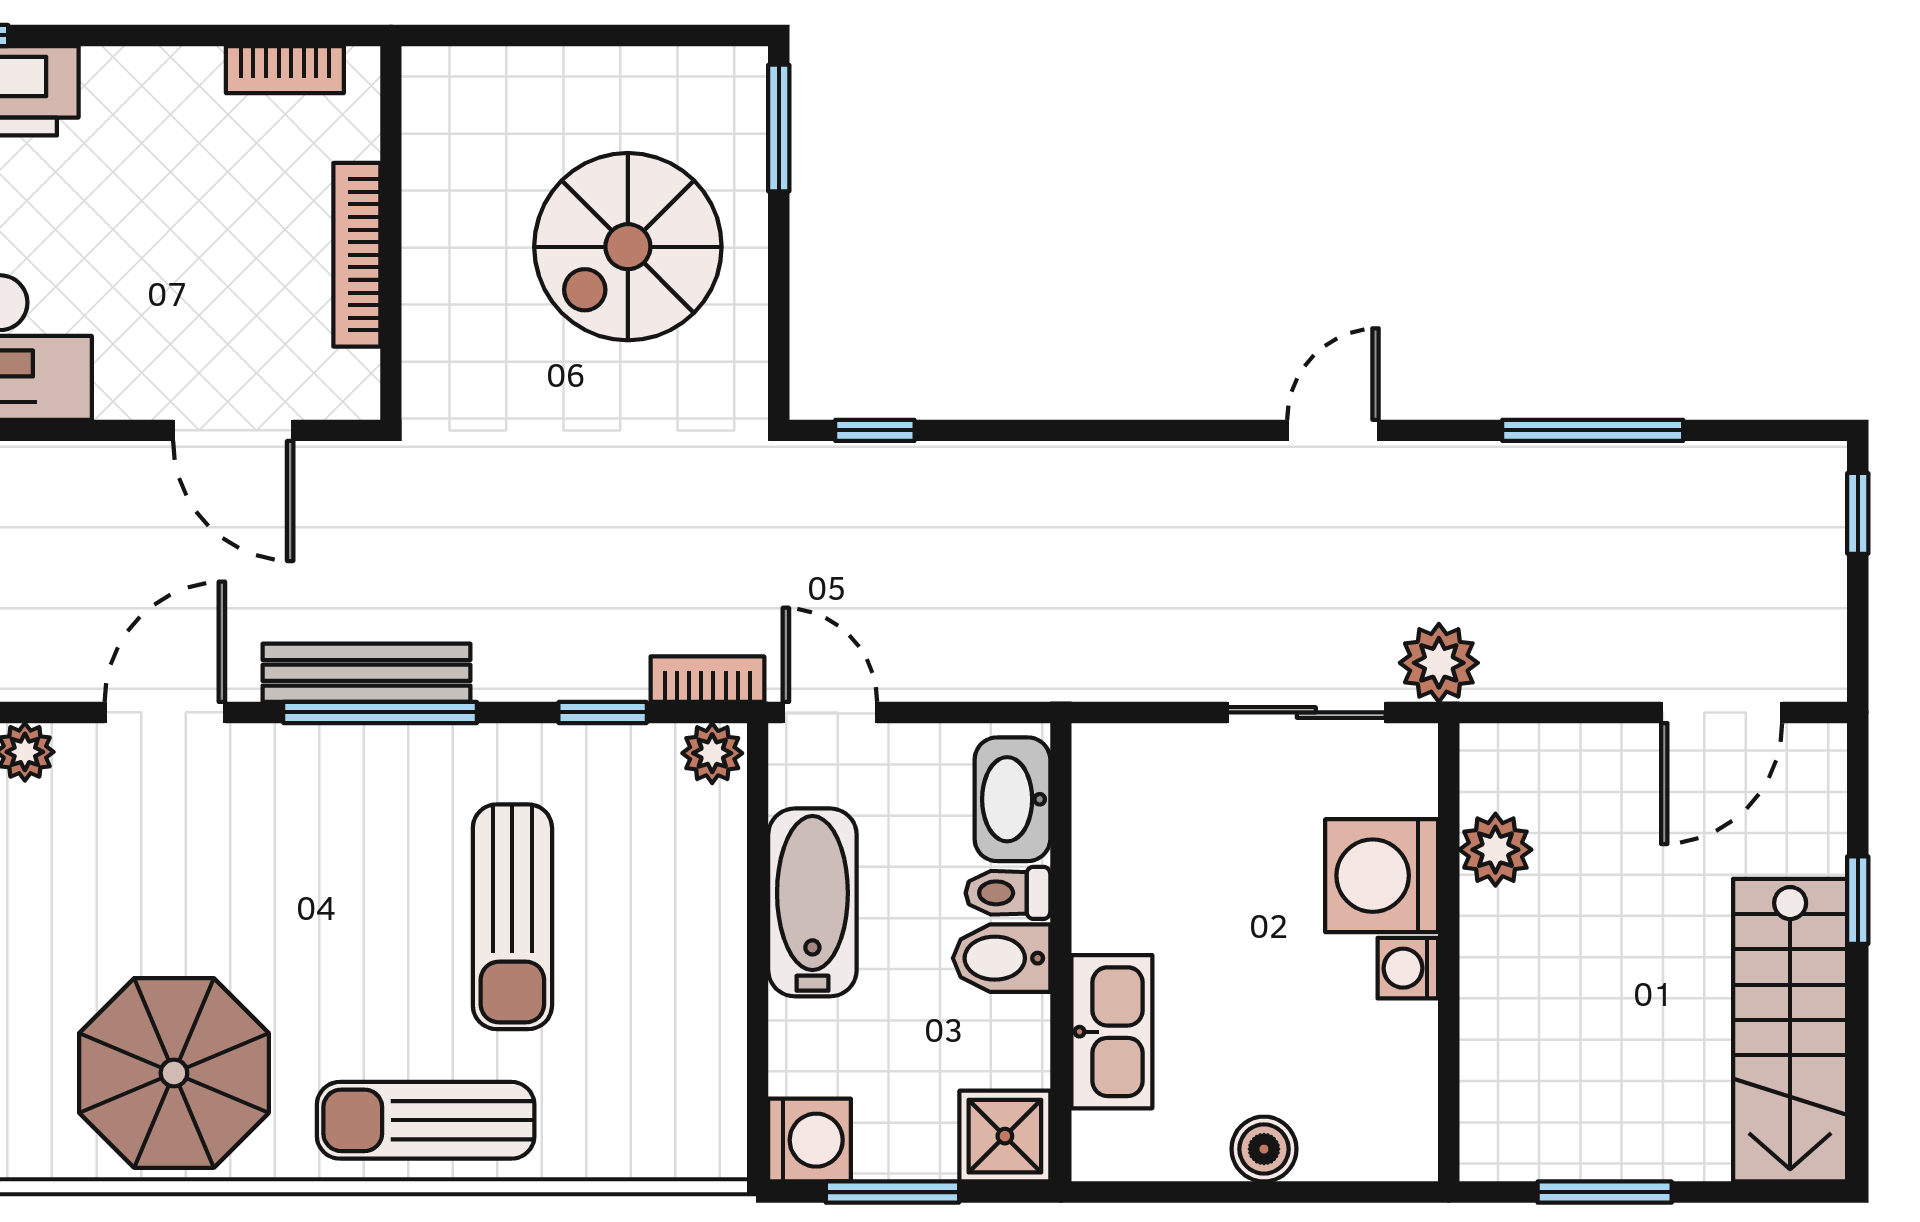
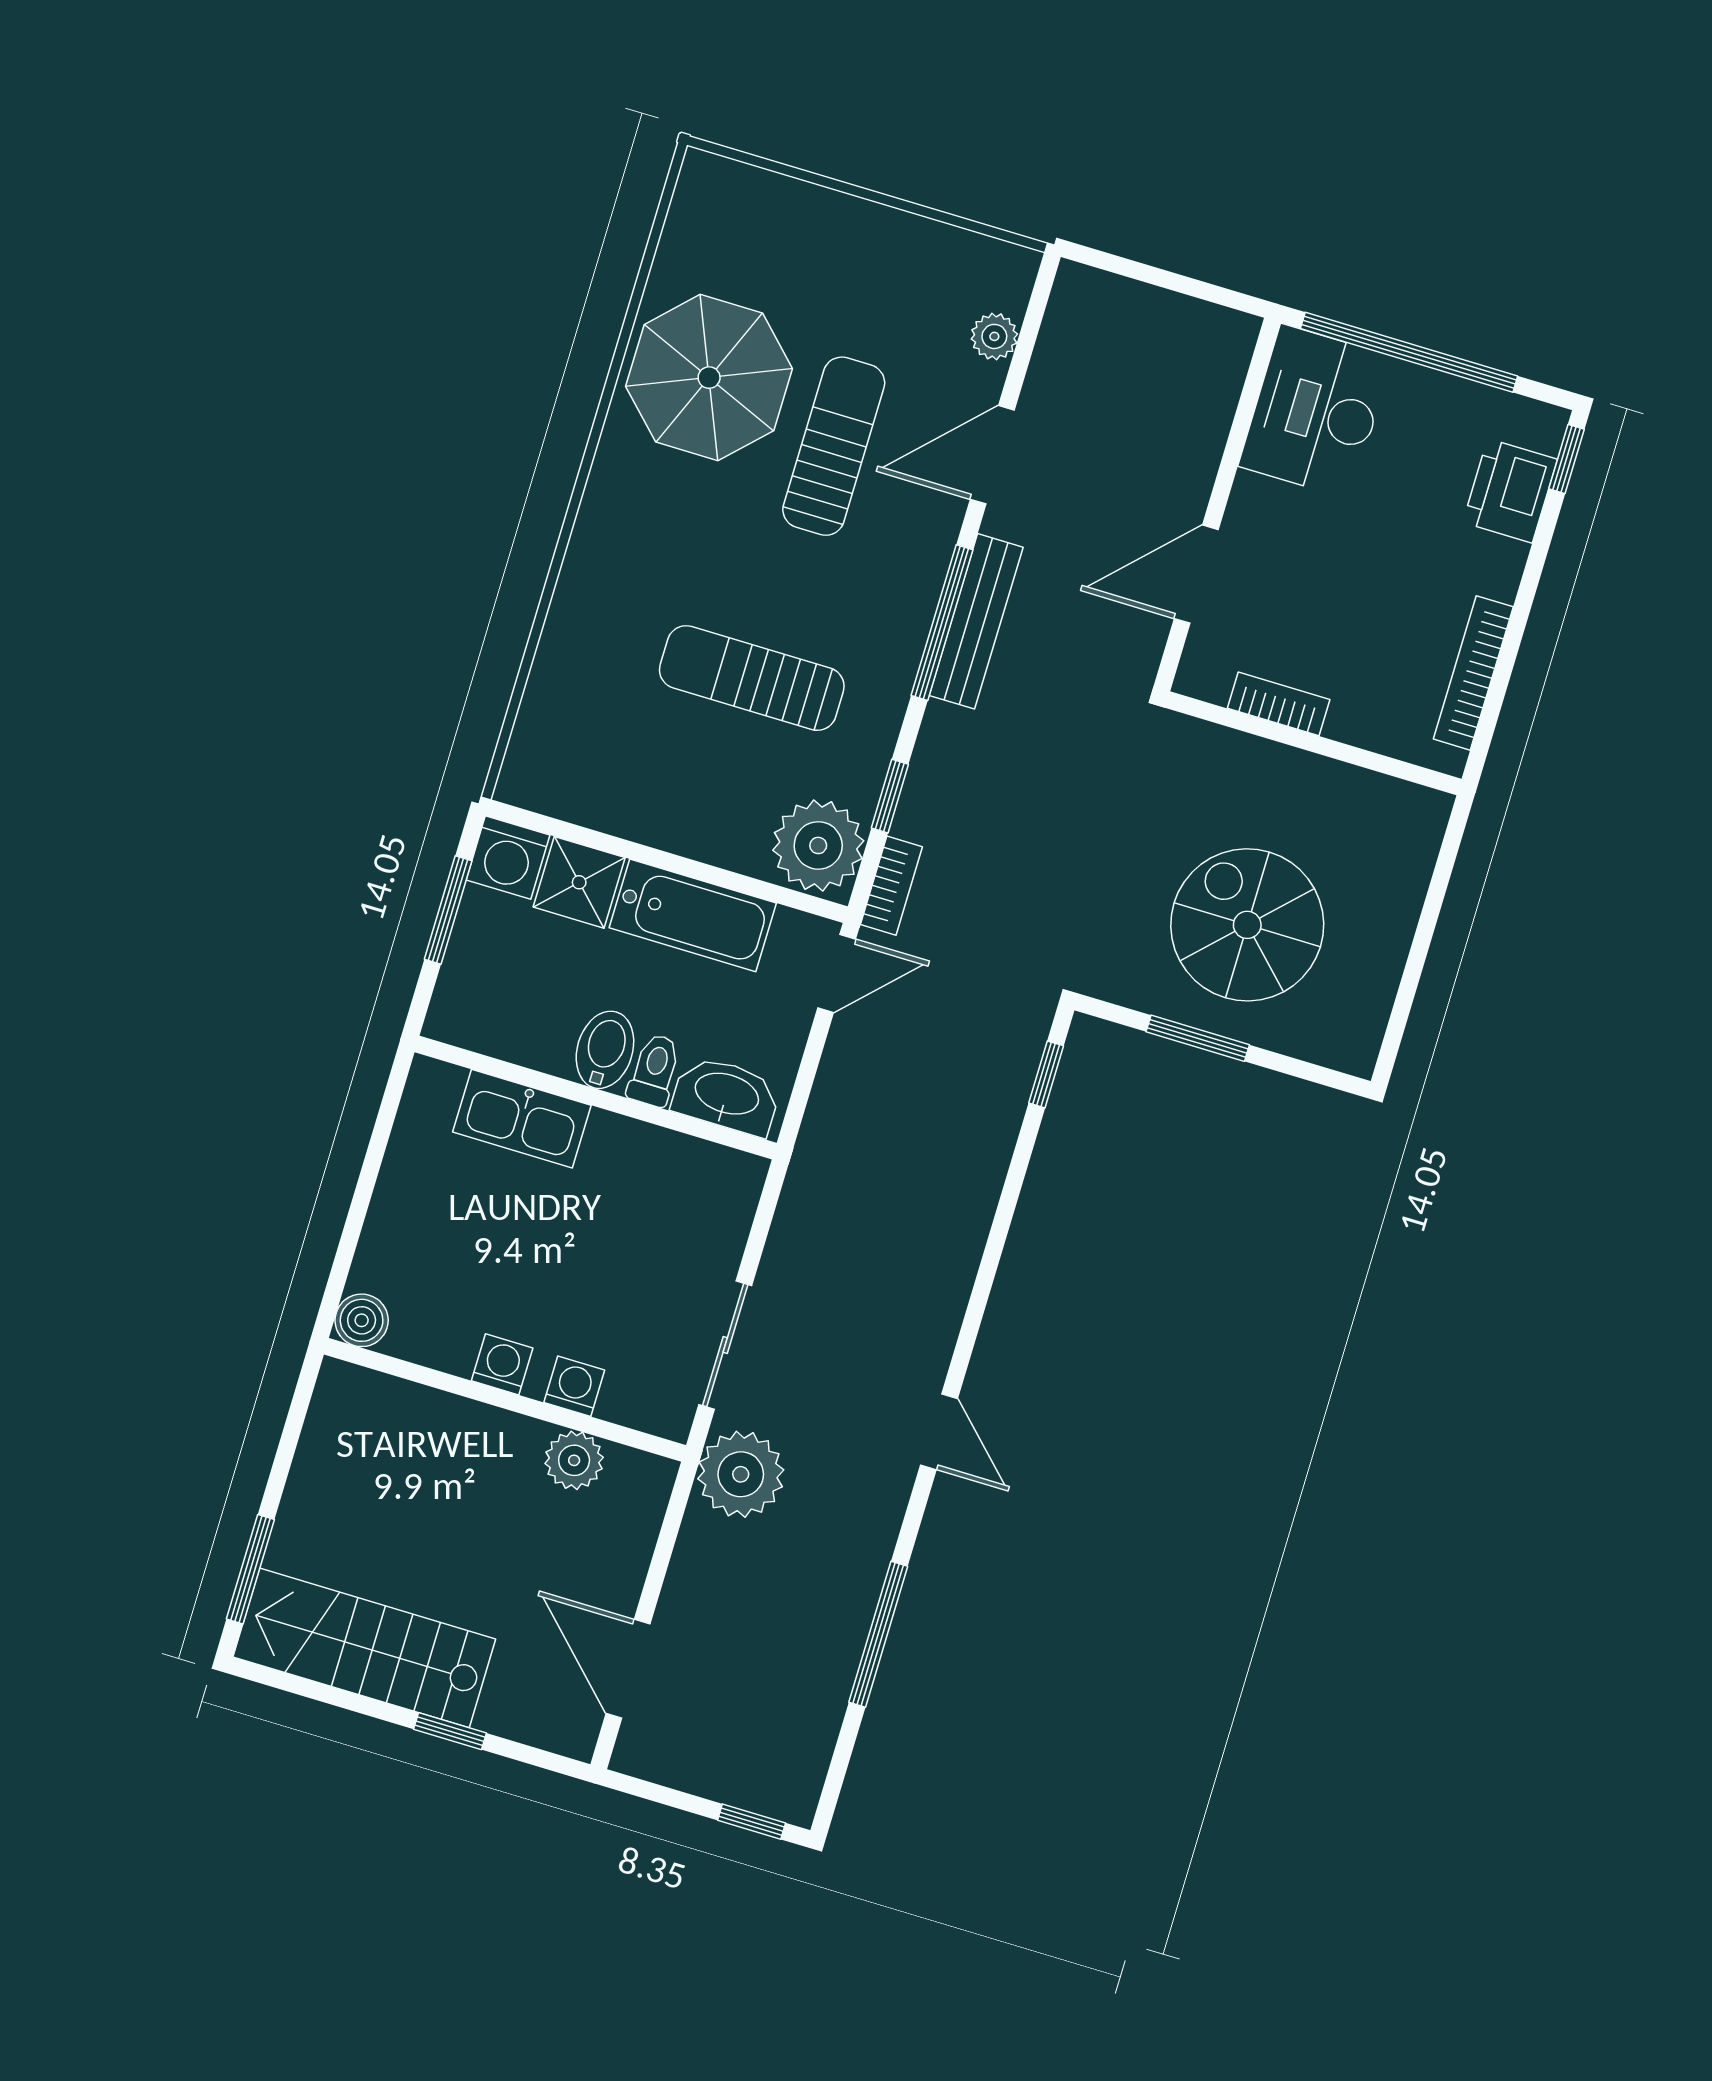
bookcase: (285, 70) -> (1473, 673), width x1.56
window: (779, 128) -> (1198, 1038), moved
bookcase: (357, 255) -> (1279, 704), width x0.64
plant: (1439, 663) -> (741, 1474), width x1.36, depth x1.36
door: (165, 712) -> (992, 455), swing flipped
plant: (712, 753) -> (818, 845), width x1.87, depth x1.87
washing machine: (1382, 876) -> (574, 1386), width x0.53, depth x0.53
sun lounger: (426, 1120) -> (834, 446), moved
shower: (1005, 1136) -> (579, 882), moved
boiler: (1264, 1149) -> (362, 1320), moved
window: (1605, 1192) -> (250, 1569), moved

